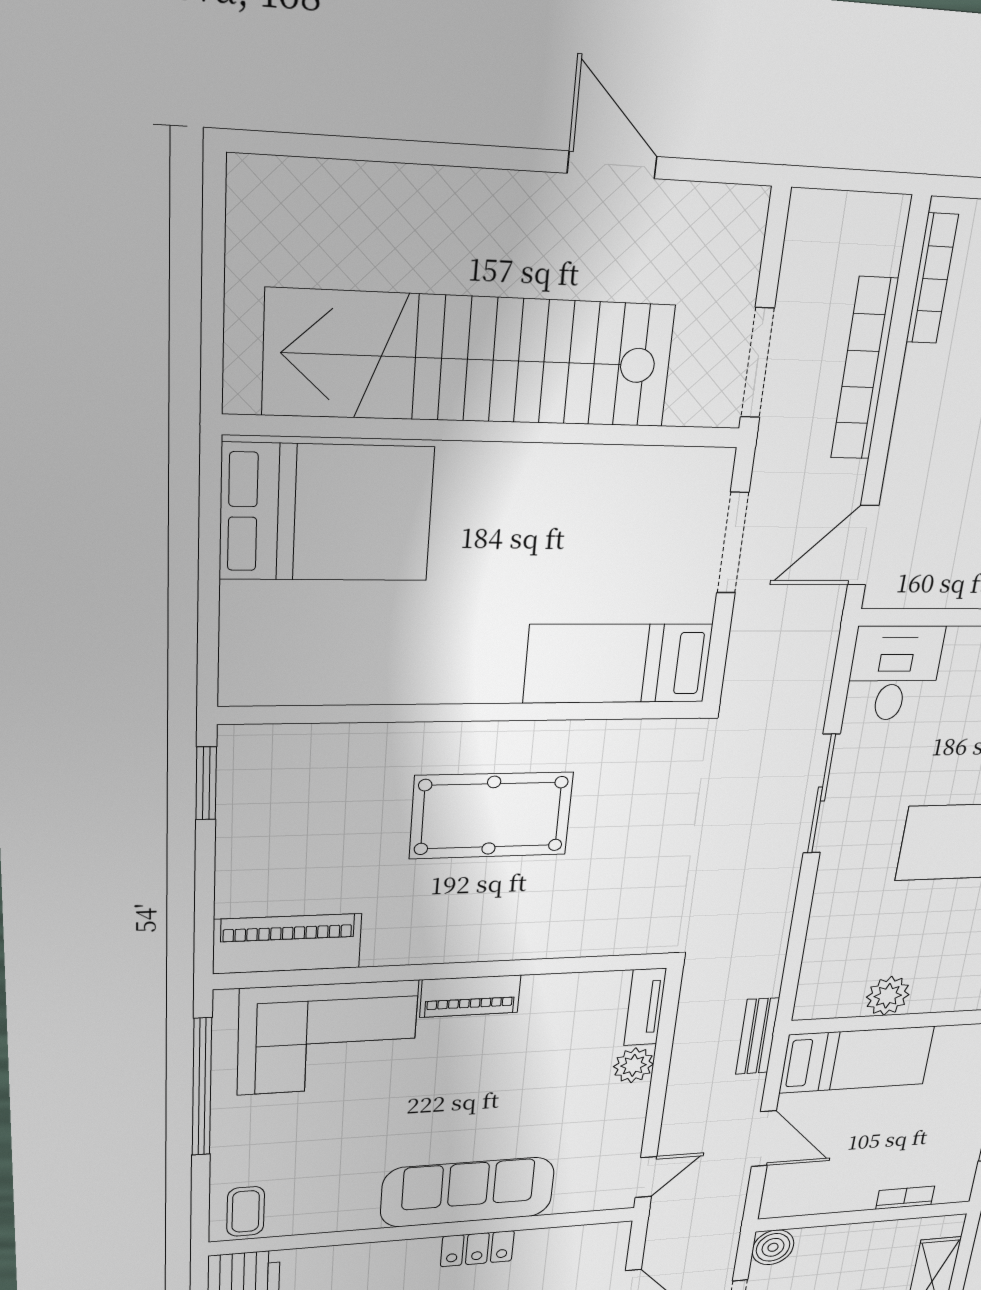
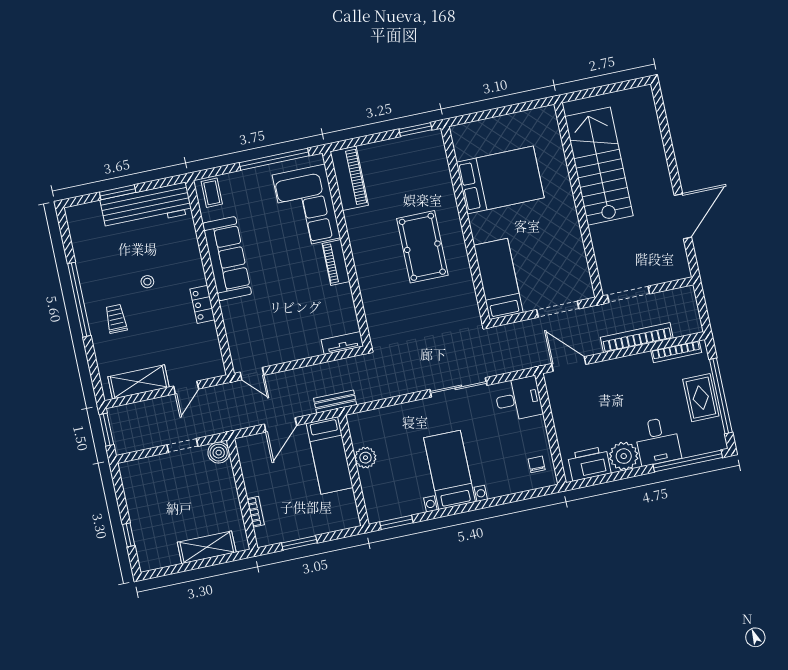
door: (612, 165) -> (683, 216), width x1.36
stairs: (471, 359) -> (599, 166), width x0.73
bed: (327, 513) -> (500, 180), moved, turned -90
plant: (634, 1065) -> (312, 348), removed
sofa: (468, 1192) -> (227, 259), moved
coffee table: (246, 1211) -> (212, 193), turned 90

